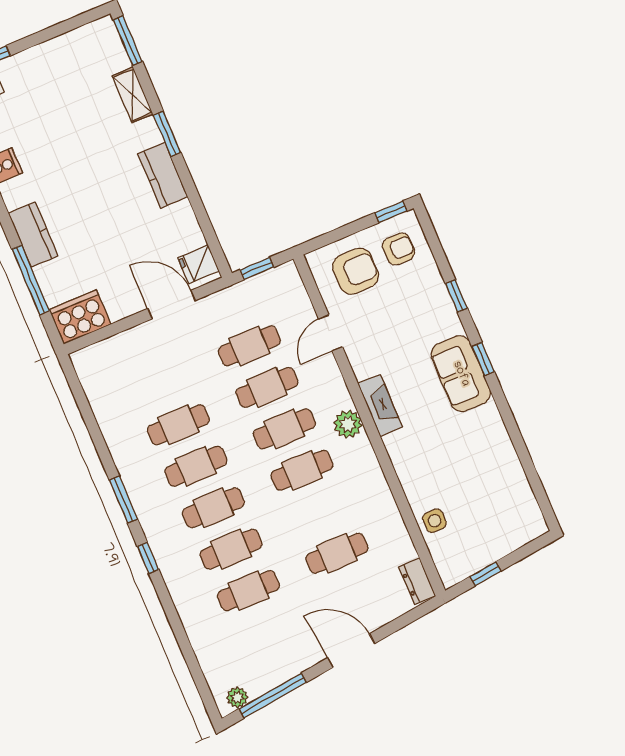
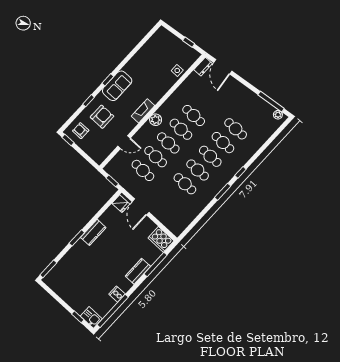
shelving: (133, 95) -> (68, 258), removed
armchair: (356, 271) -> (102, 117), moved, turned 90
cafe table: (337, 553) -> (194, 115), moved
door: (351, 651) -> (223, 67), moved

